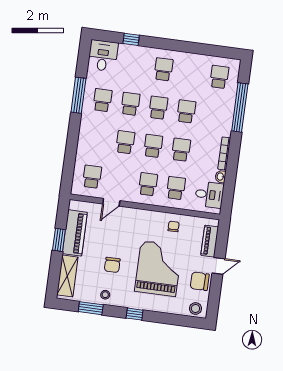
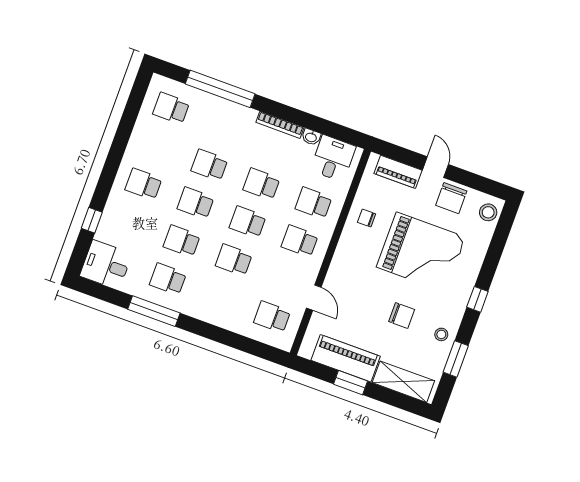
grand piano: (158, 269) -> (421, 252), turned 180

